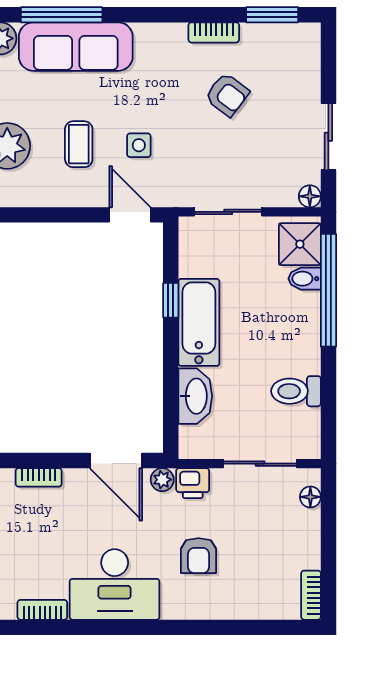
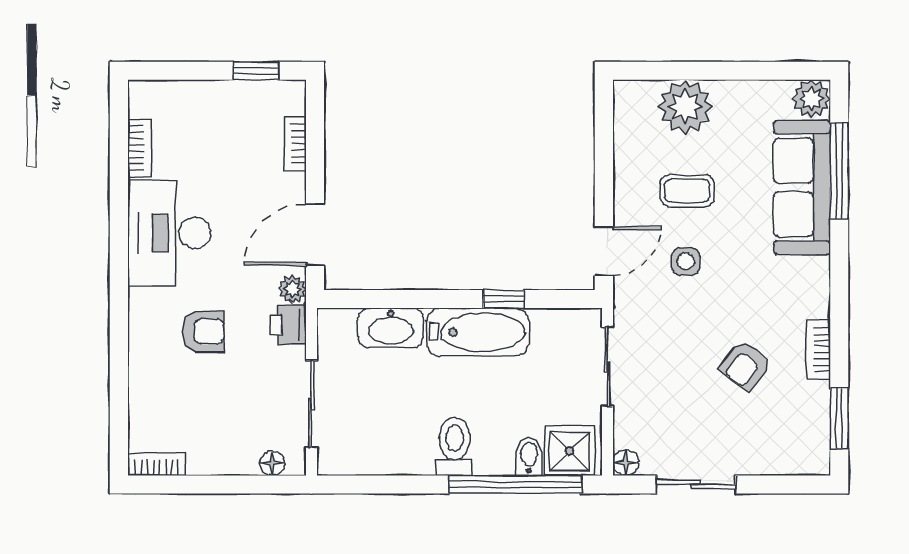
toilet: (296, 391) -> (455, 446), moved
armchair: (198, 556) -> (203, 332), turned 180

